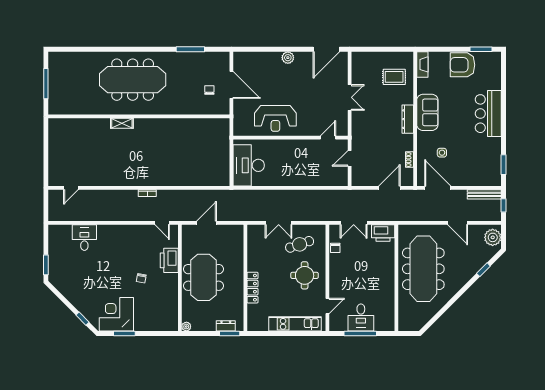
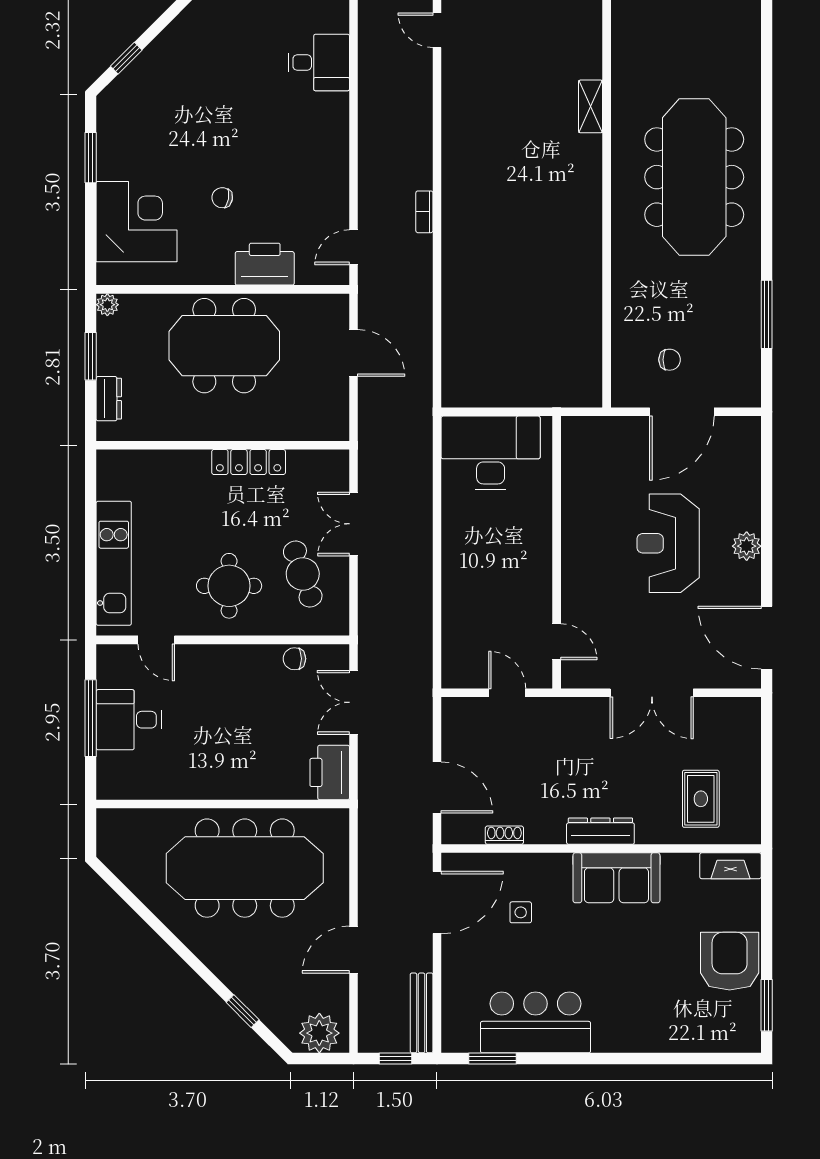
double door: (350, 97) -> (652, 693), width x1.37
bar counter: (488, 114) -> (535, 1022), moved
reception desk: (275, 118) -> (668, 543), moved
shelving: (122, 123) -> (591, 106), moved
locker: (252, 288) -> (249, 462), moved
corner desk: (116, 314) -> (136, 222), moved
window: (230, 334) -> (91, 356), moved

